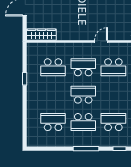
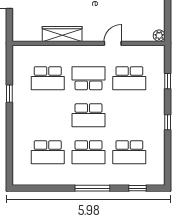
wardrobe: (41, 35) -> (62, 34), moved
school desk: (83, 95) -> (89, 115), turned 180
school desk: (53, 122) -> (48, 152), turned 180
school desk: (113, 122) -> (129, 152), turned 180

